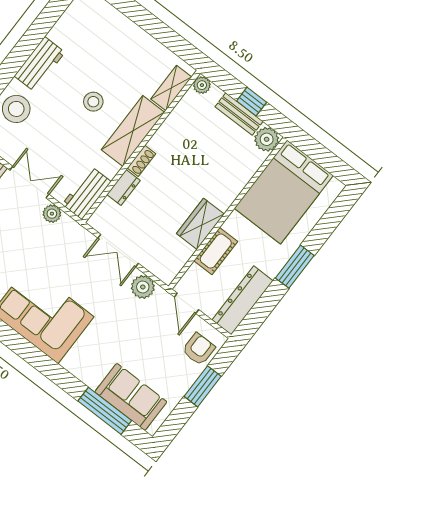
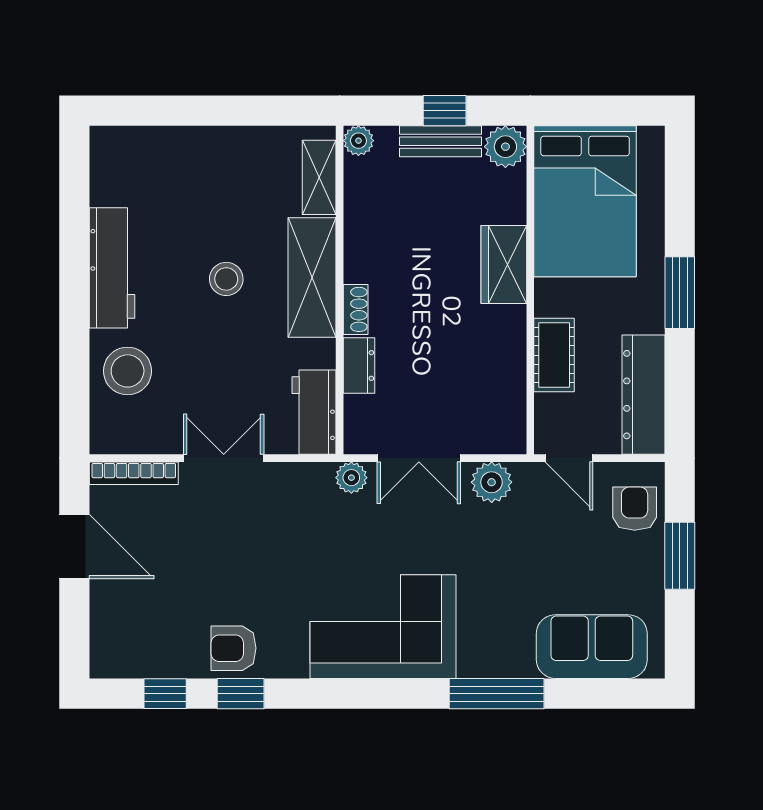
workbench: (39, 64) -> (112, 268), width x1.38
plant: (52, 214) -> (351, 478), moved
wardrobe: (200, 224) -> (504, 265), moved
window: (105, 411) -> (497, 694), moved

